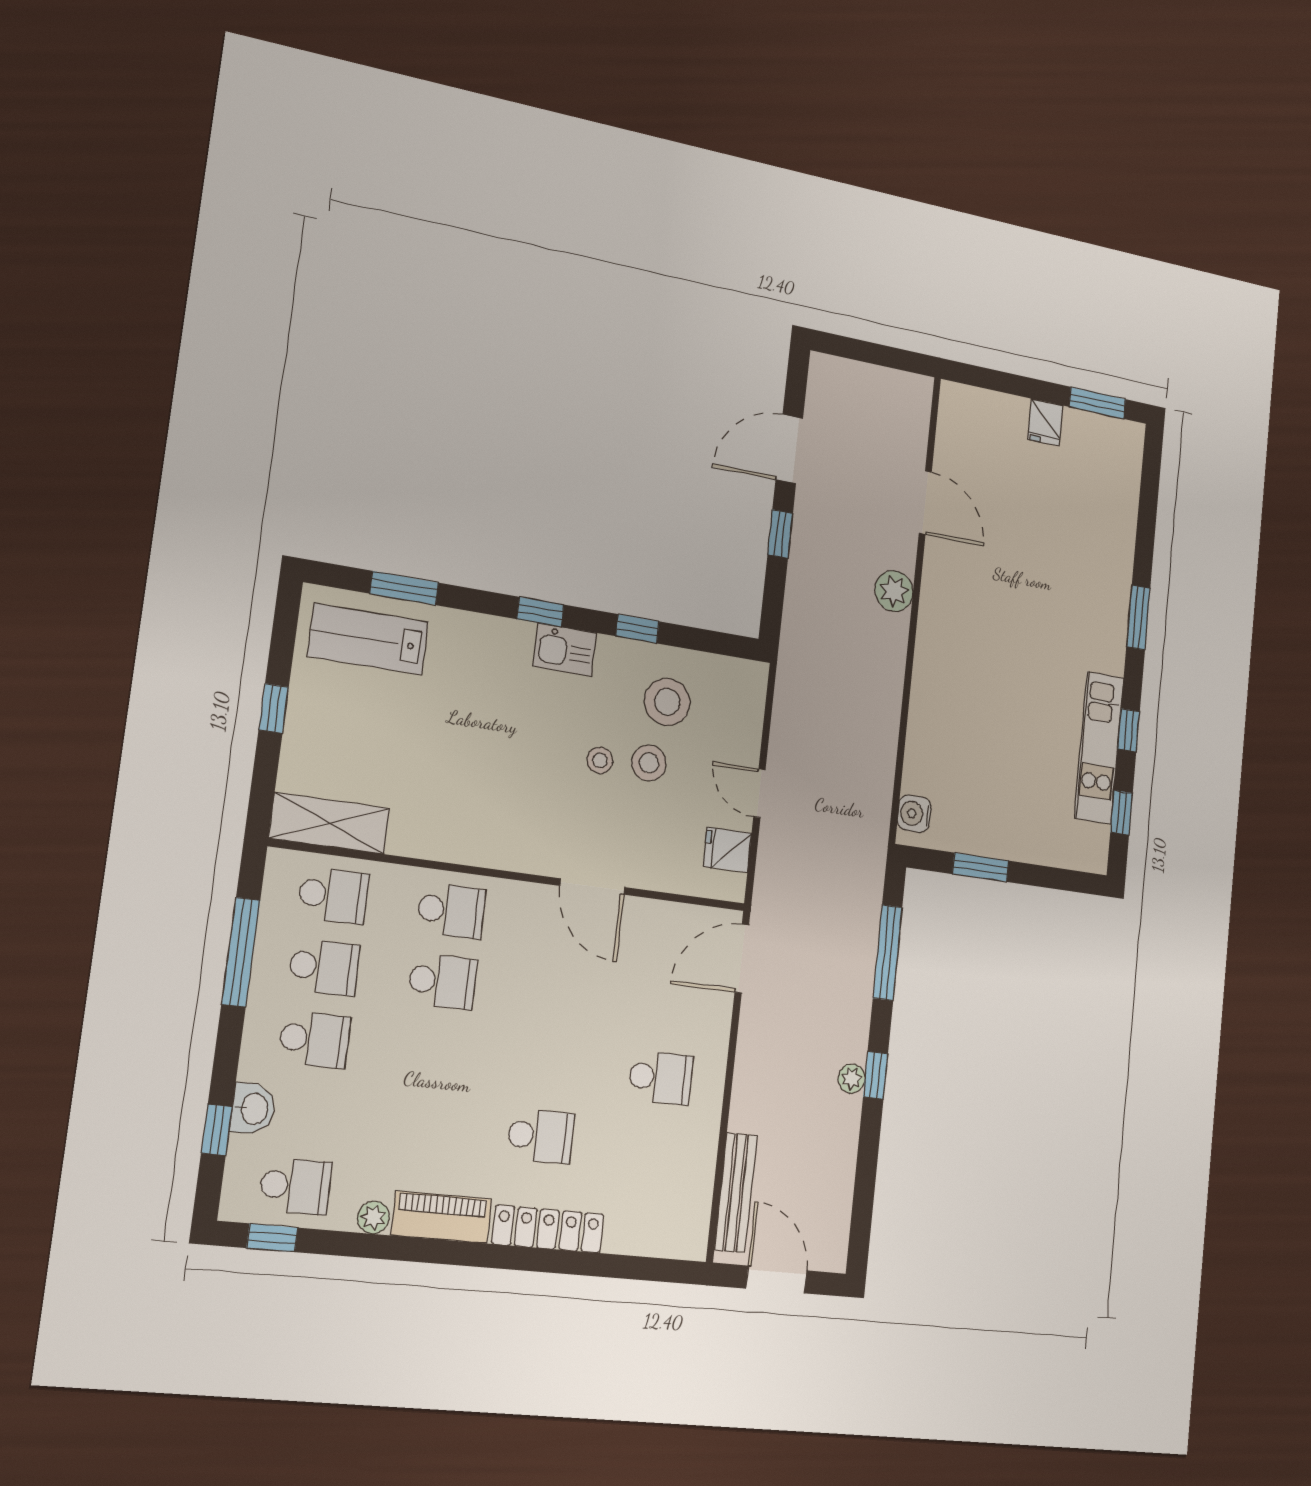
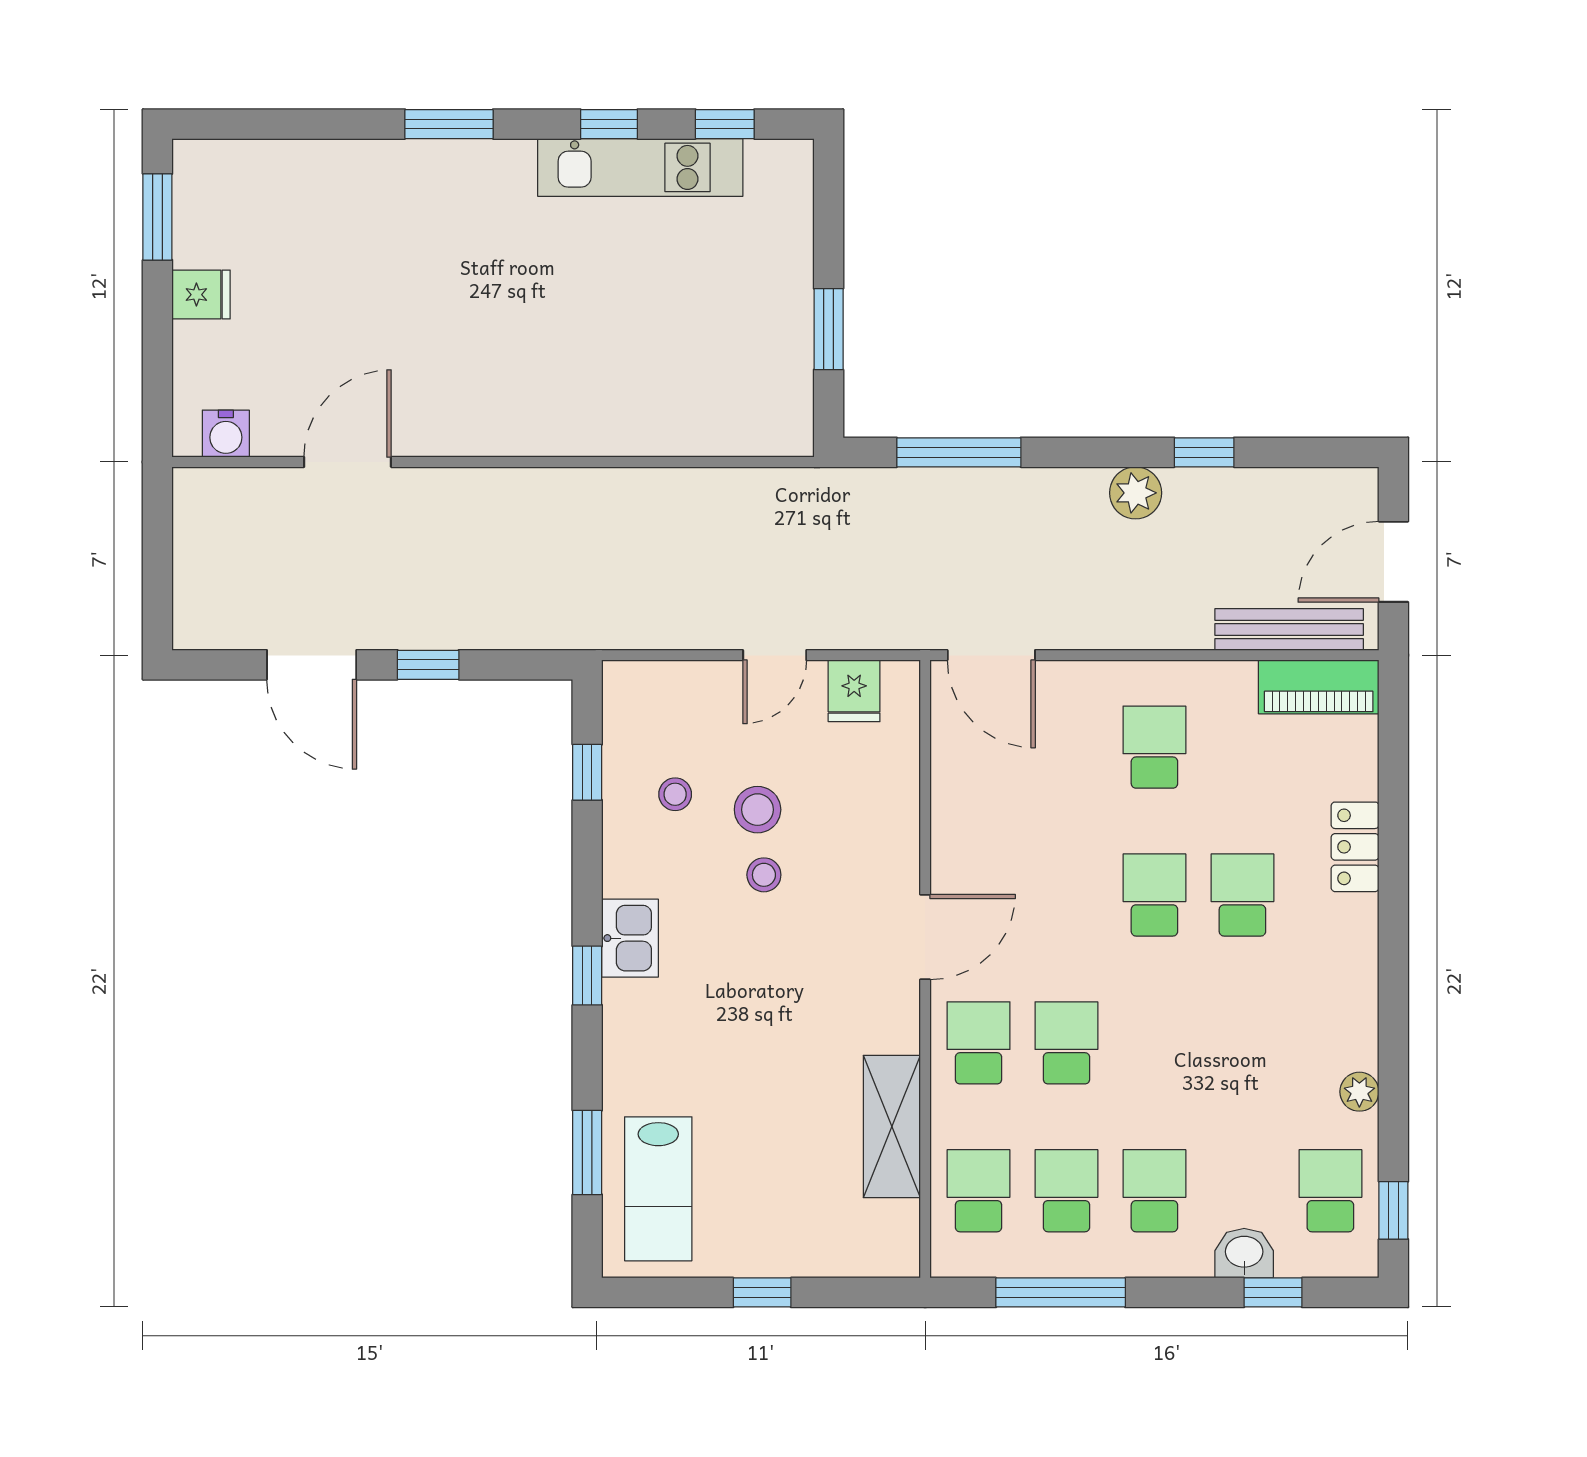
plant: (894, 591) -> (476, 495), removed
window: (637, 629) -> (587, 772), moved
stool: (667, 702) -> (675, 794), width x0.53, depth x0.53
water cooler: (914, 814) -> (226, 434), moved
shelving: (330, 823) -> (892, 1127), moved
door: (592, 887) -> (925, 937), moved
school desk: (549, 1065) -> (1154, 895), added
window: (876, 1075) -> (1204, 452), moved
plant: (852, 1079) -> (1136, 493), width x1.38, depth x1.38
piano: (441, 1217) -> (1319, 687), moved, turned -90
locker: (548, 1229) -> (1355, 847), width x0.66

